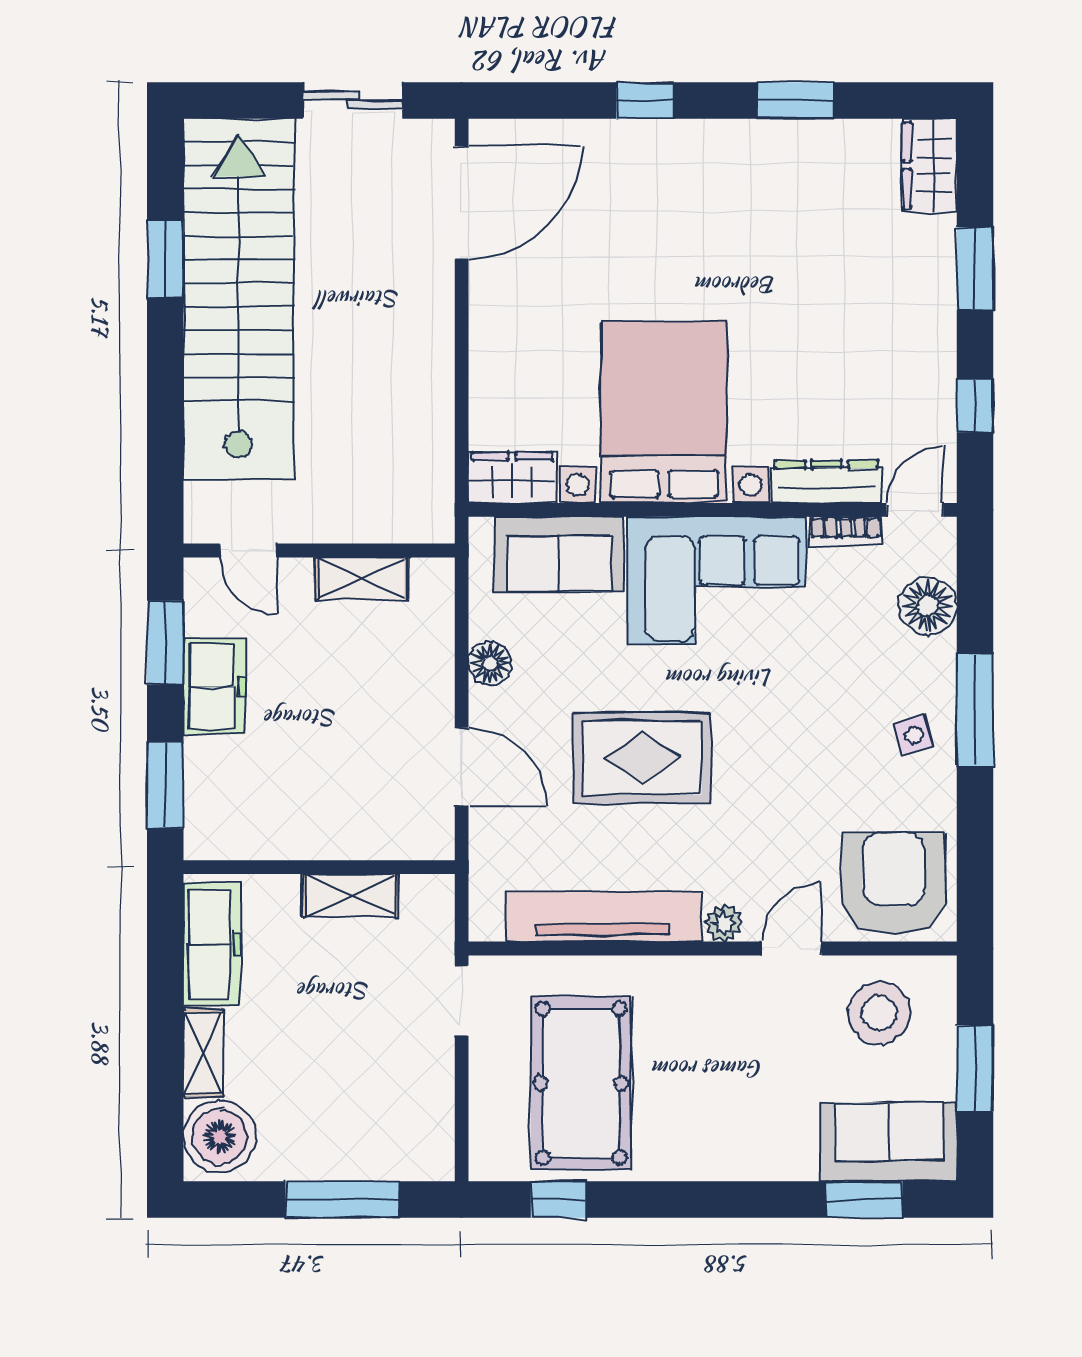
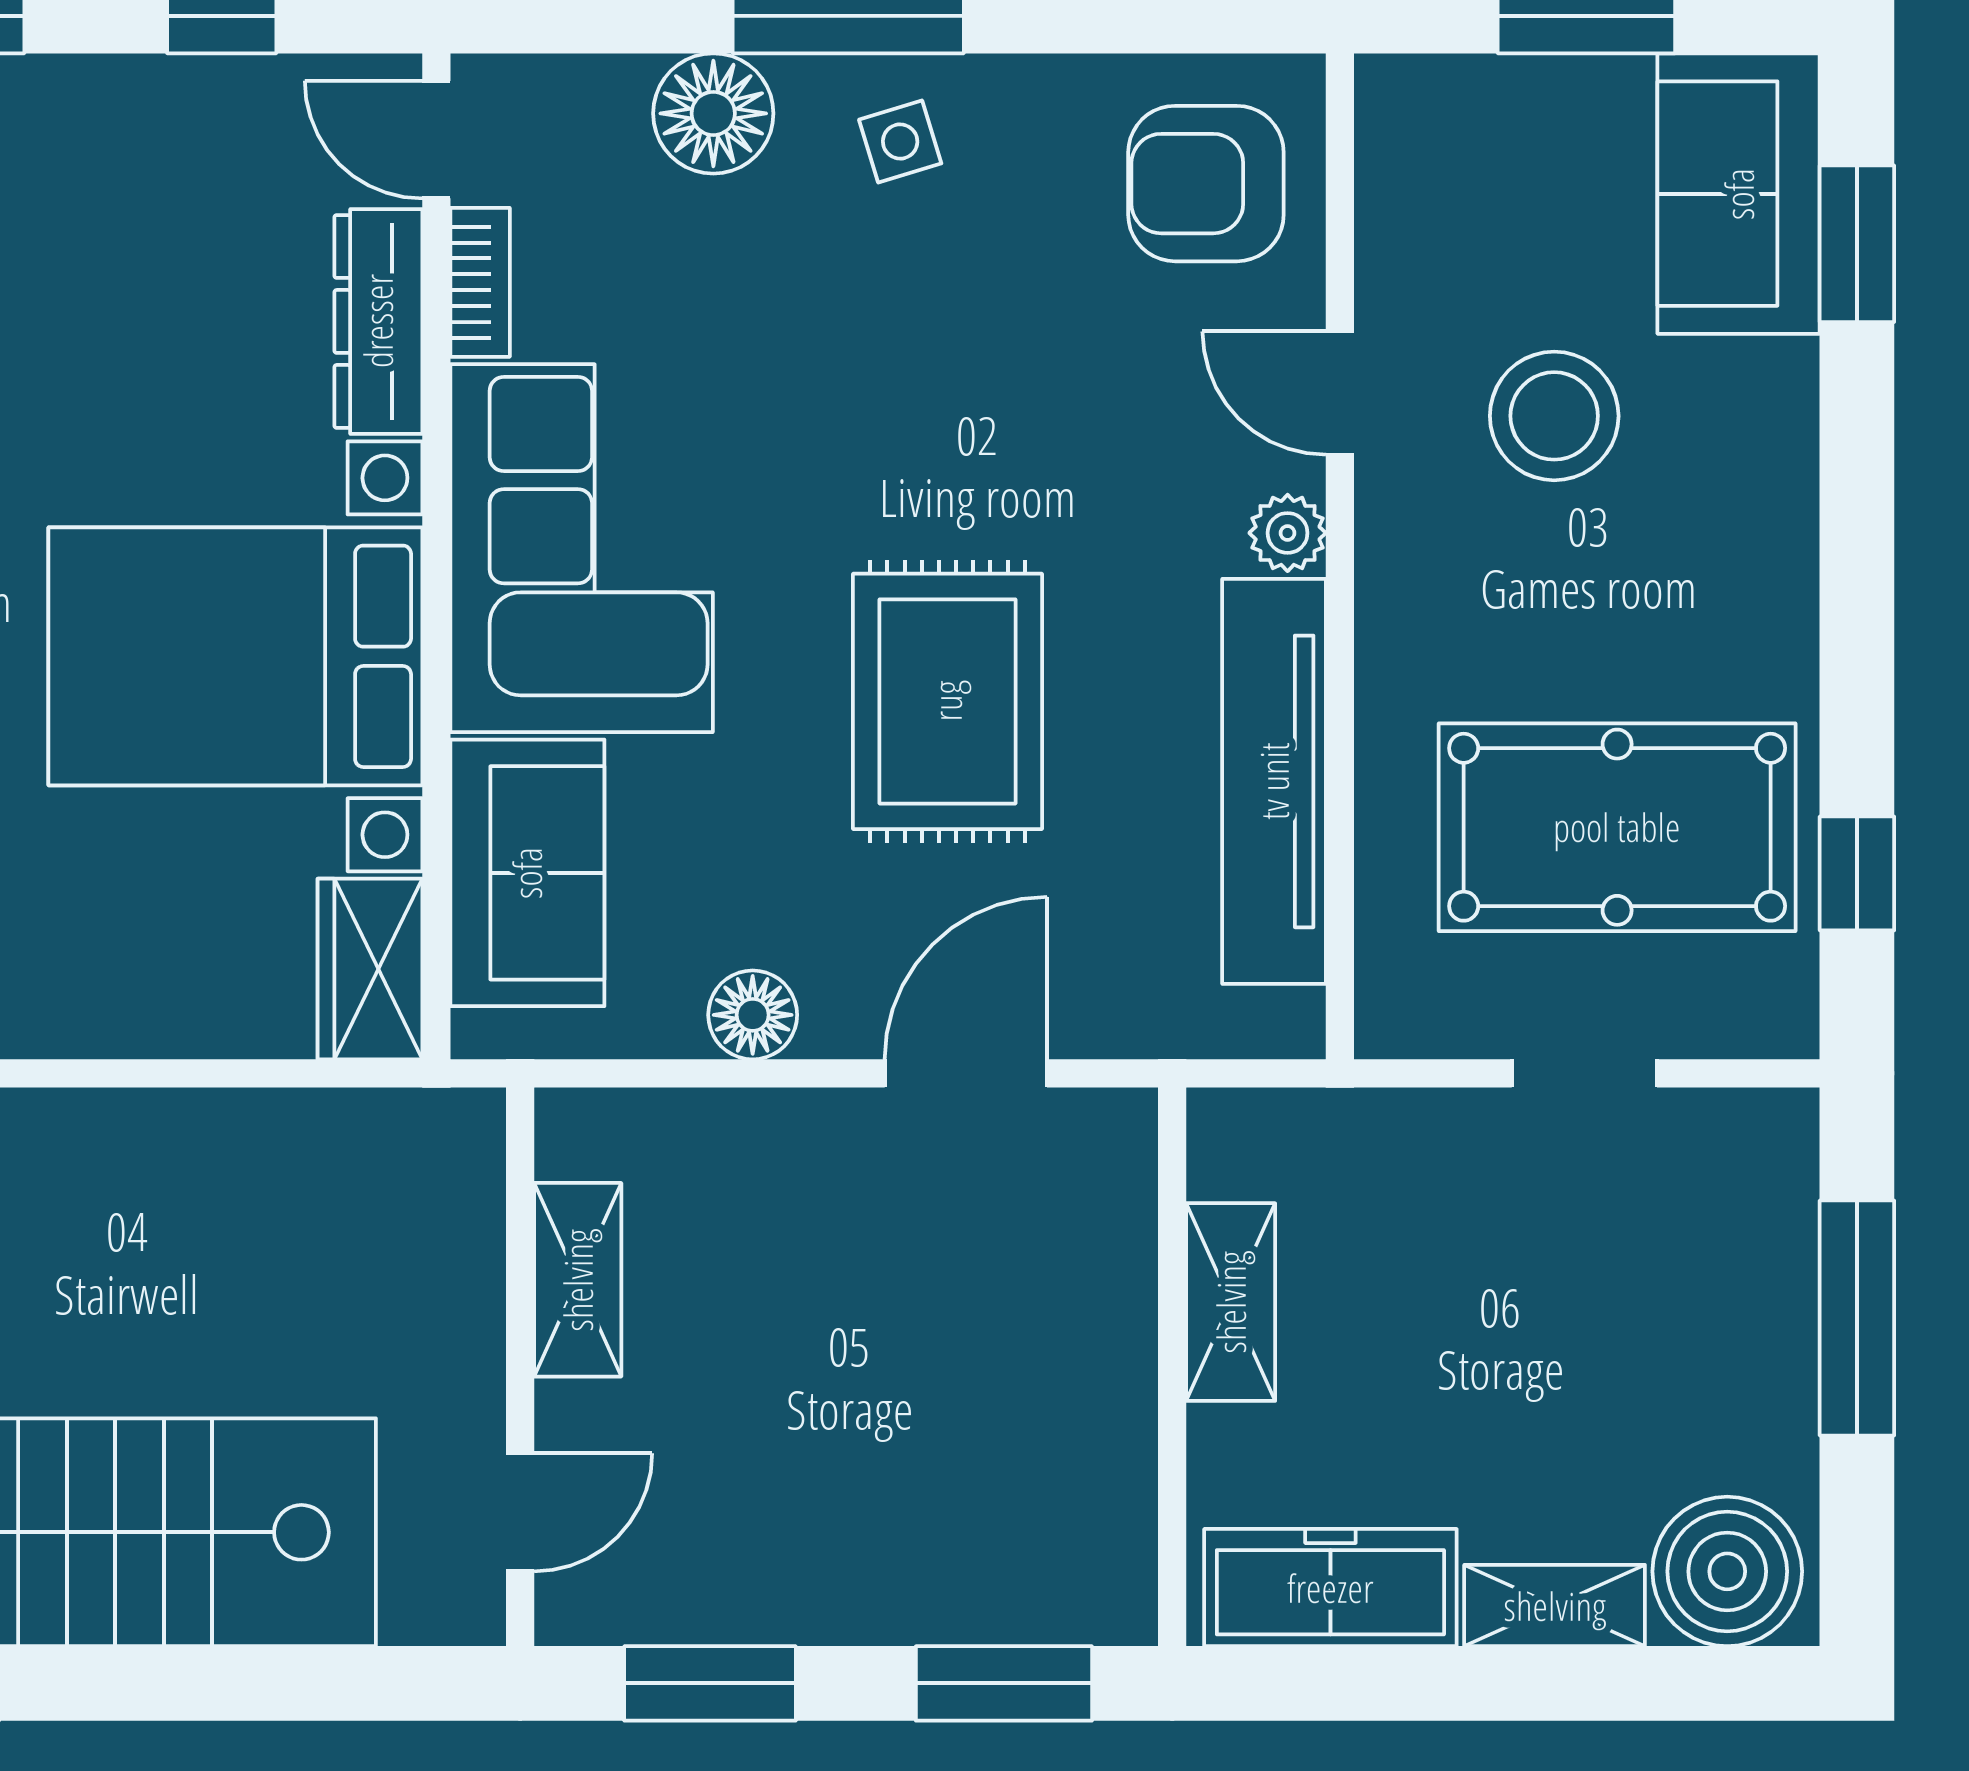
floor lamp: (928, 606) -> (713, 113), moved
freezer: (215, 686) -> (800, 1582), removed
armchair: (894, 883) -> (1206, 184), width x0.73, depth x0.73
doorway: (462, 1001) -> (1584, 1073), moved
stool: (879, 1013) -> (1554, 416), moved

